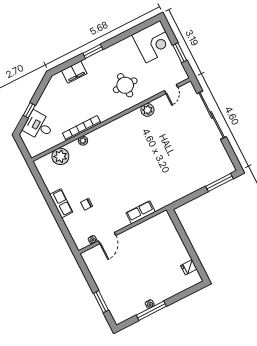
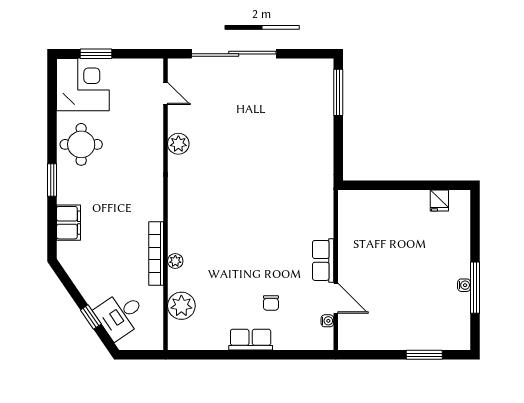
window: (180, 53) -> (96, 54), moved
round table: (125, 85) -> (81, 144), moved
row of seats: (141, 212) -> (323, 260), moved

